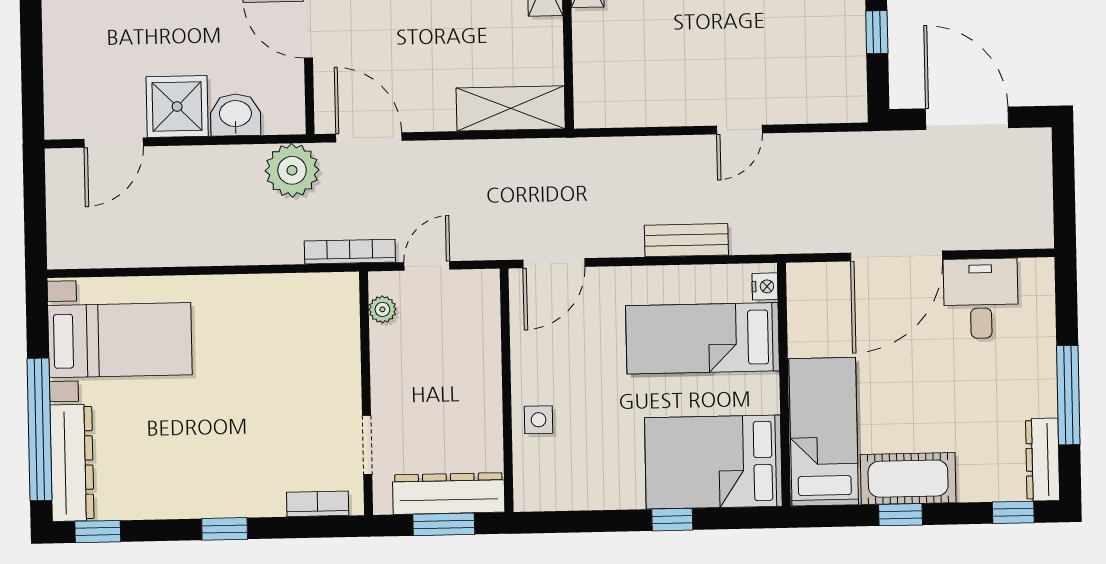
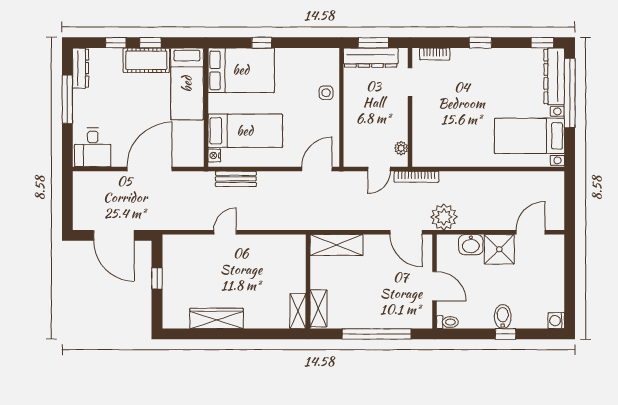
bench: (686, 240) -> (236, 179), moved
desk: (981, 298) -> (93, 147), moved
window: (1013, 512) -> (116, 43), moved

